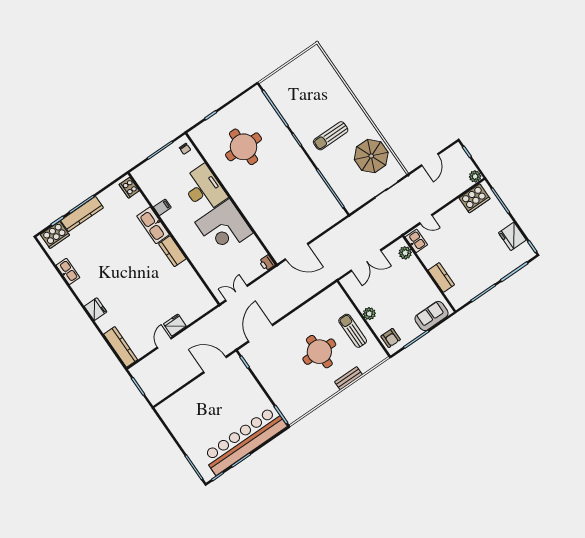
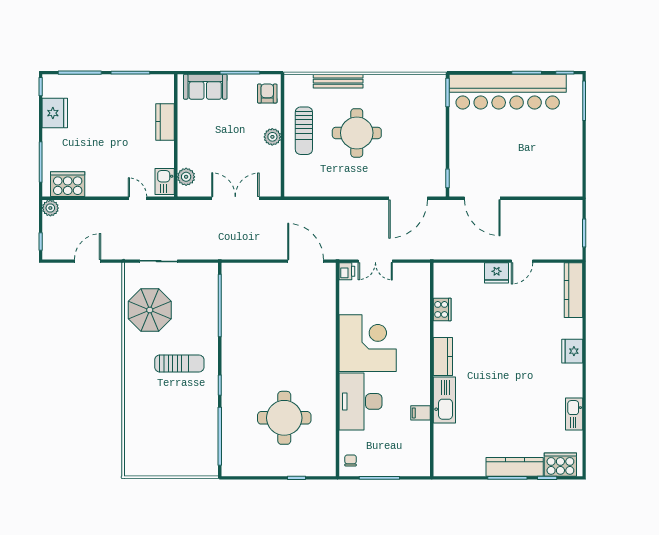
cooker: (129, 188) -> (442, 309), moved
double door: (237, 293) -> (375, 261), moved
bench: (349, 378) -> (338, 81), width x1.36

